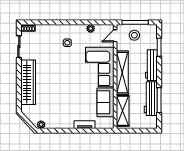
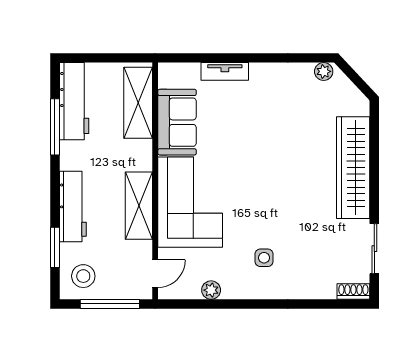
stool: (134, 35) -> (83, 276), moved
shelving: (122, 73) -> (139, 206), width x0.68
workbench: (151, 99) -> (74, 101), moved

